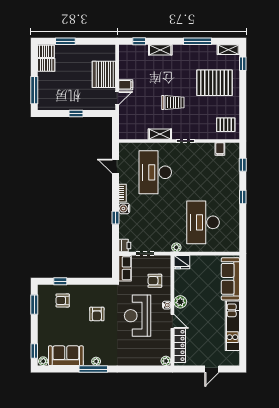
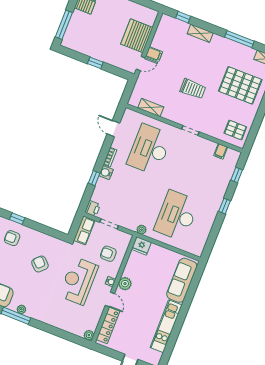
shelving: (160, 134) -> (151, 108), moved
armchair: (97, 314) -> (40, 264), turned 135

